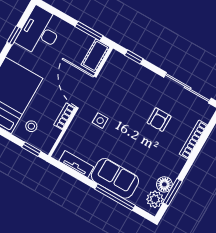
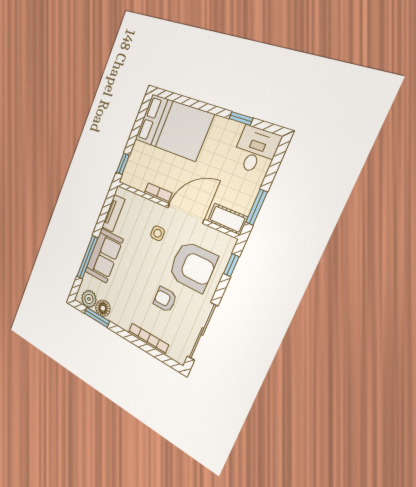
desk: (40, 32) -> (256, 150), width x0.73
armchair: (132, 91) -> (192, 266), added
stool: (31, 126) -> (145, 159), removed

